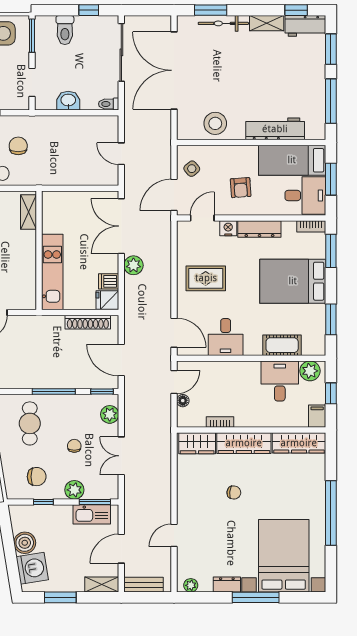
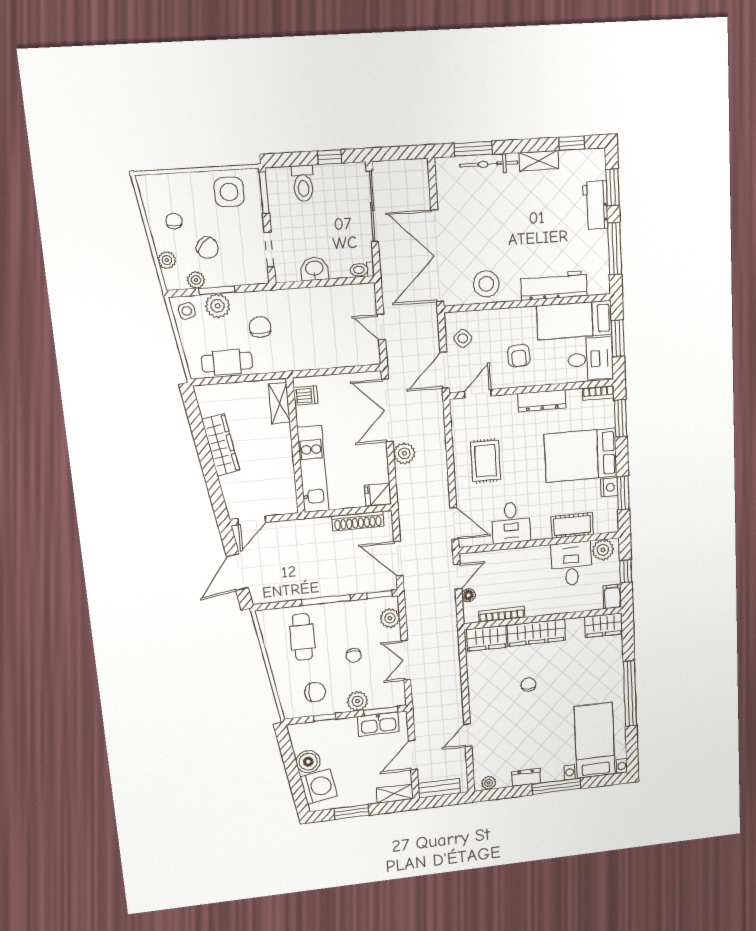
workbench: (305, 26) -> (596, 205), moved, turned 90
double door: (174, 70) -> (437, 256), moved
nightstand: (228, 228) -> (609, 487), moved, turned 90
rug: (206, 278) -> (486, 461), turned 90
dishwasher: (109, 281) -> (306, 396), moved, turned 180
bookcase: (220, 422) -> (502, 614), width x1.56
wardrobe: (299, 443) -> (604, 625), width x0.67
chair: (74, 446) -> (354, 655), turned 180
chair: (234, 493) -> (528, 684), turned -97
bed with nightstands: (284, 556) -> (595, 740), width x0.73

